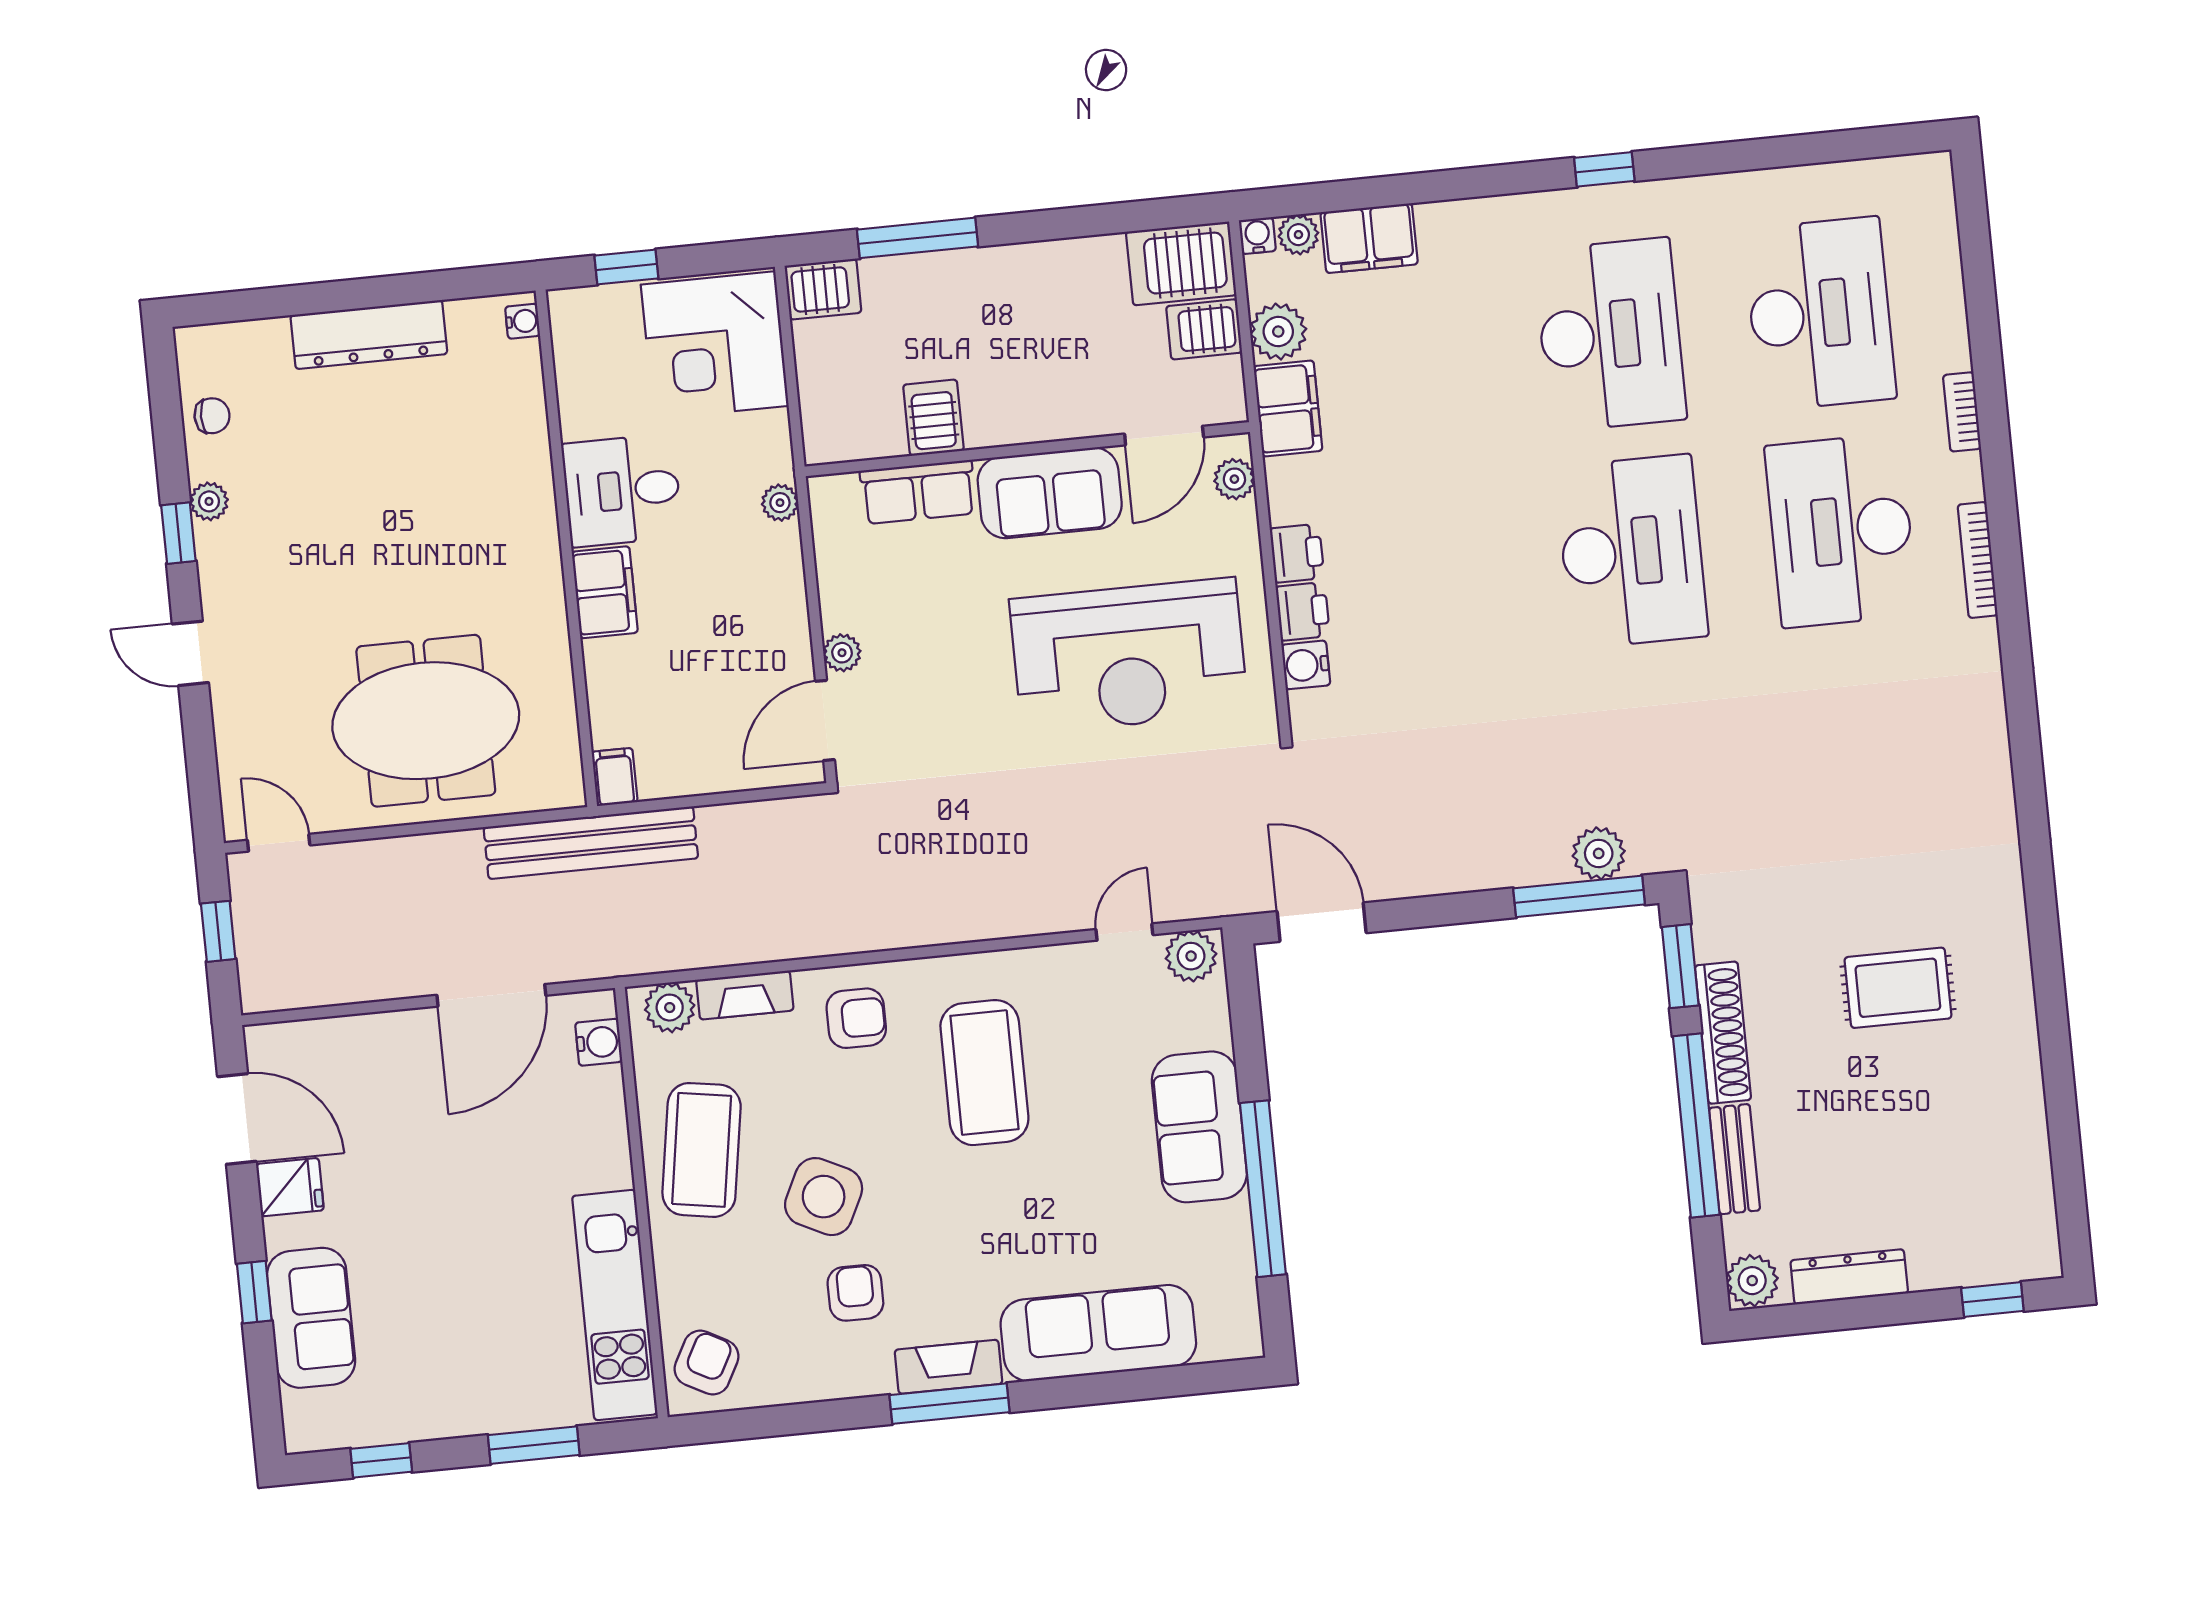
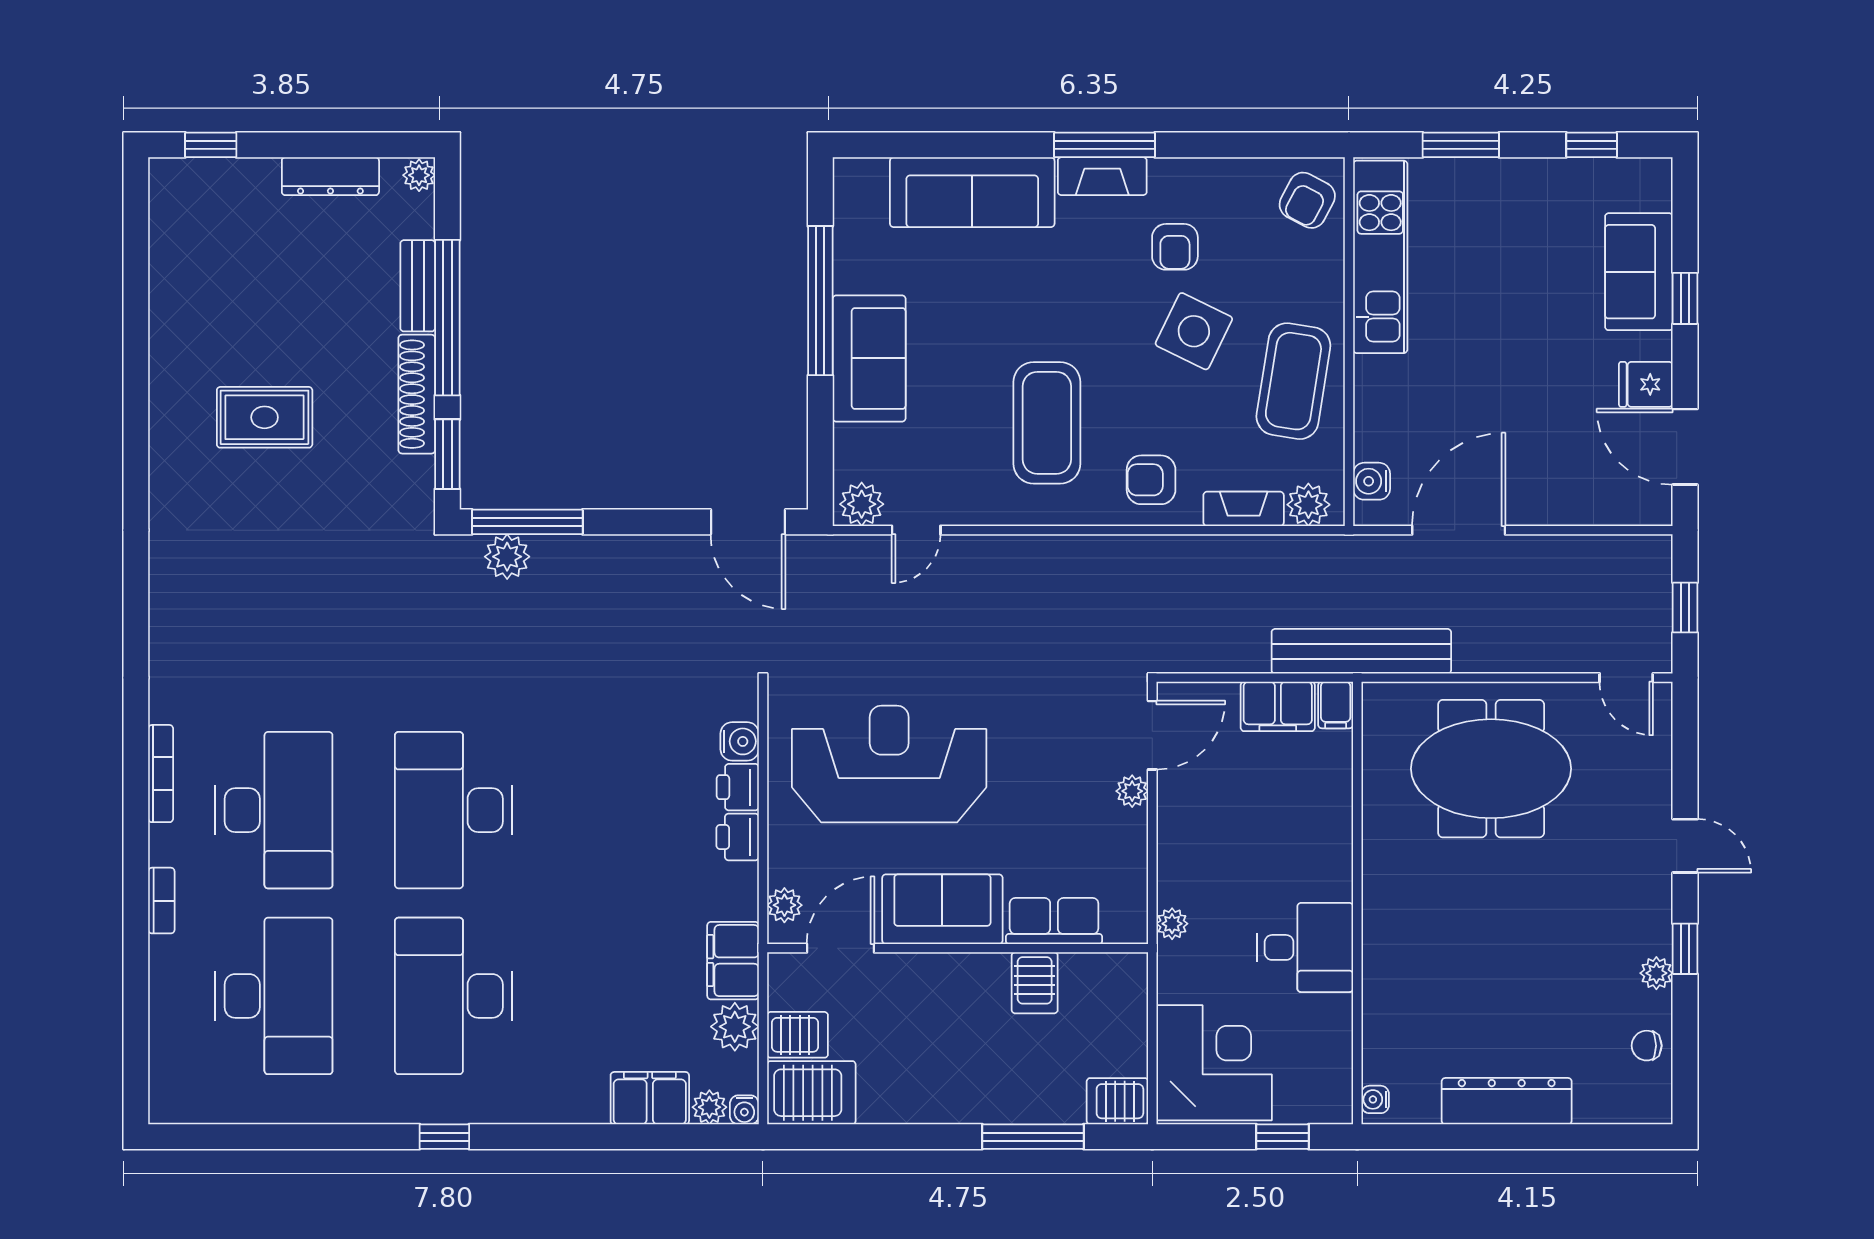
desk: (1820, 314) -> (274, 996), turned 180
filing cabinet: (605, 592) -> (1278, 706), moved, turned -90
plant: (1752, 1281) -> (419, 175), width x0.73, depth x0.73

